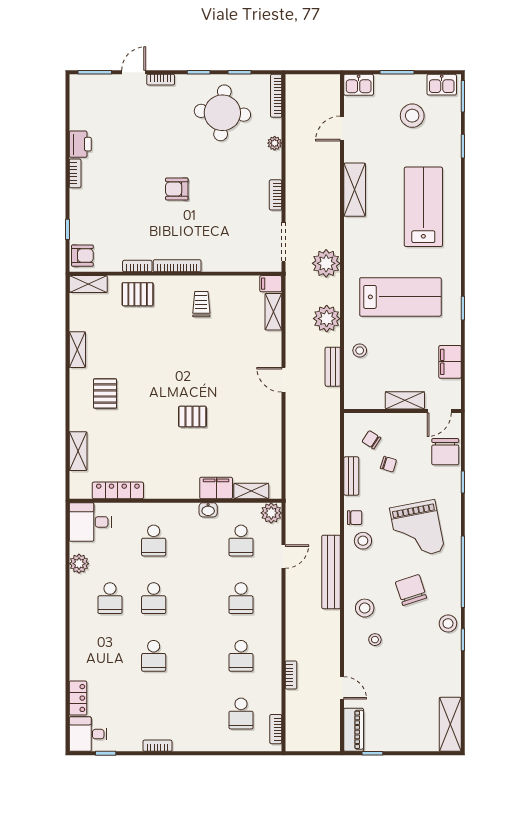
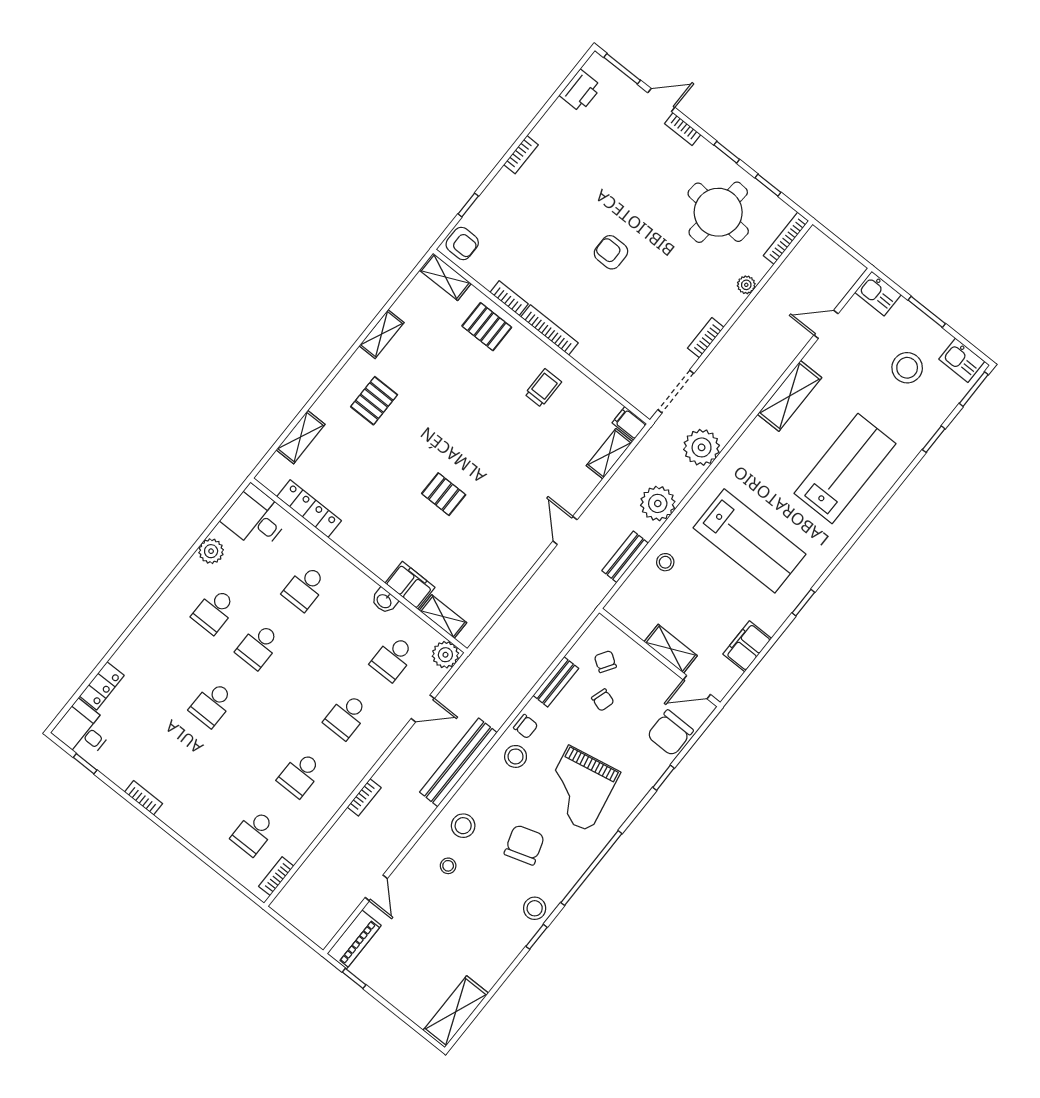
printer: (80, 144) -> (580, 91), moved
bookcase: (291, 675) -> (364, 797), moved

